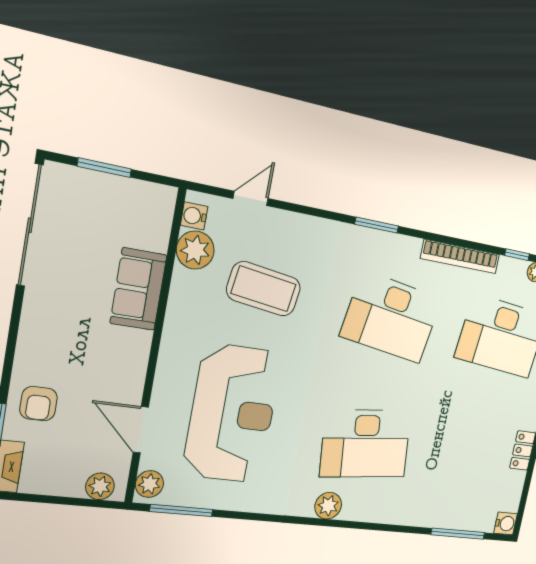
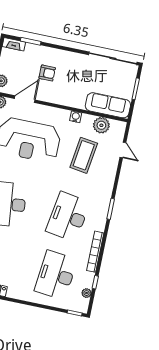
water cooler: (194, 216) -> (76, 117), moved
sofa: (138, 289) -> (108, 105), moved, width x1.36
armchair: (39, 404) -> (47, 73), moved, turned 180

